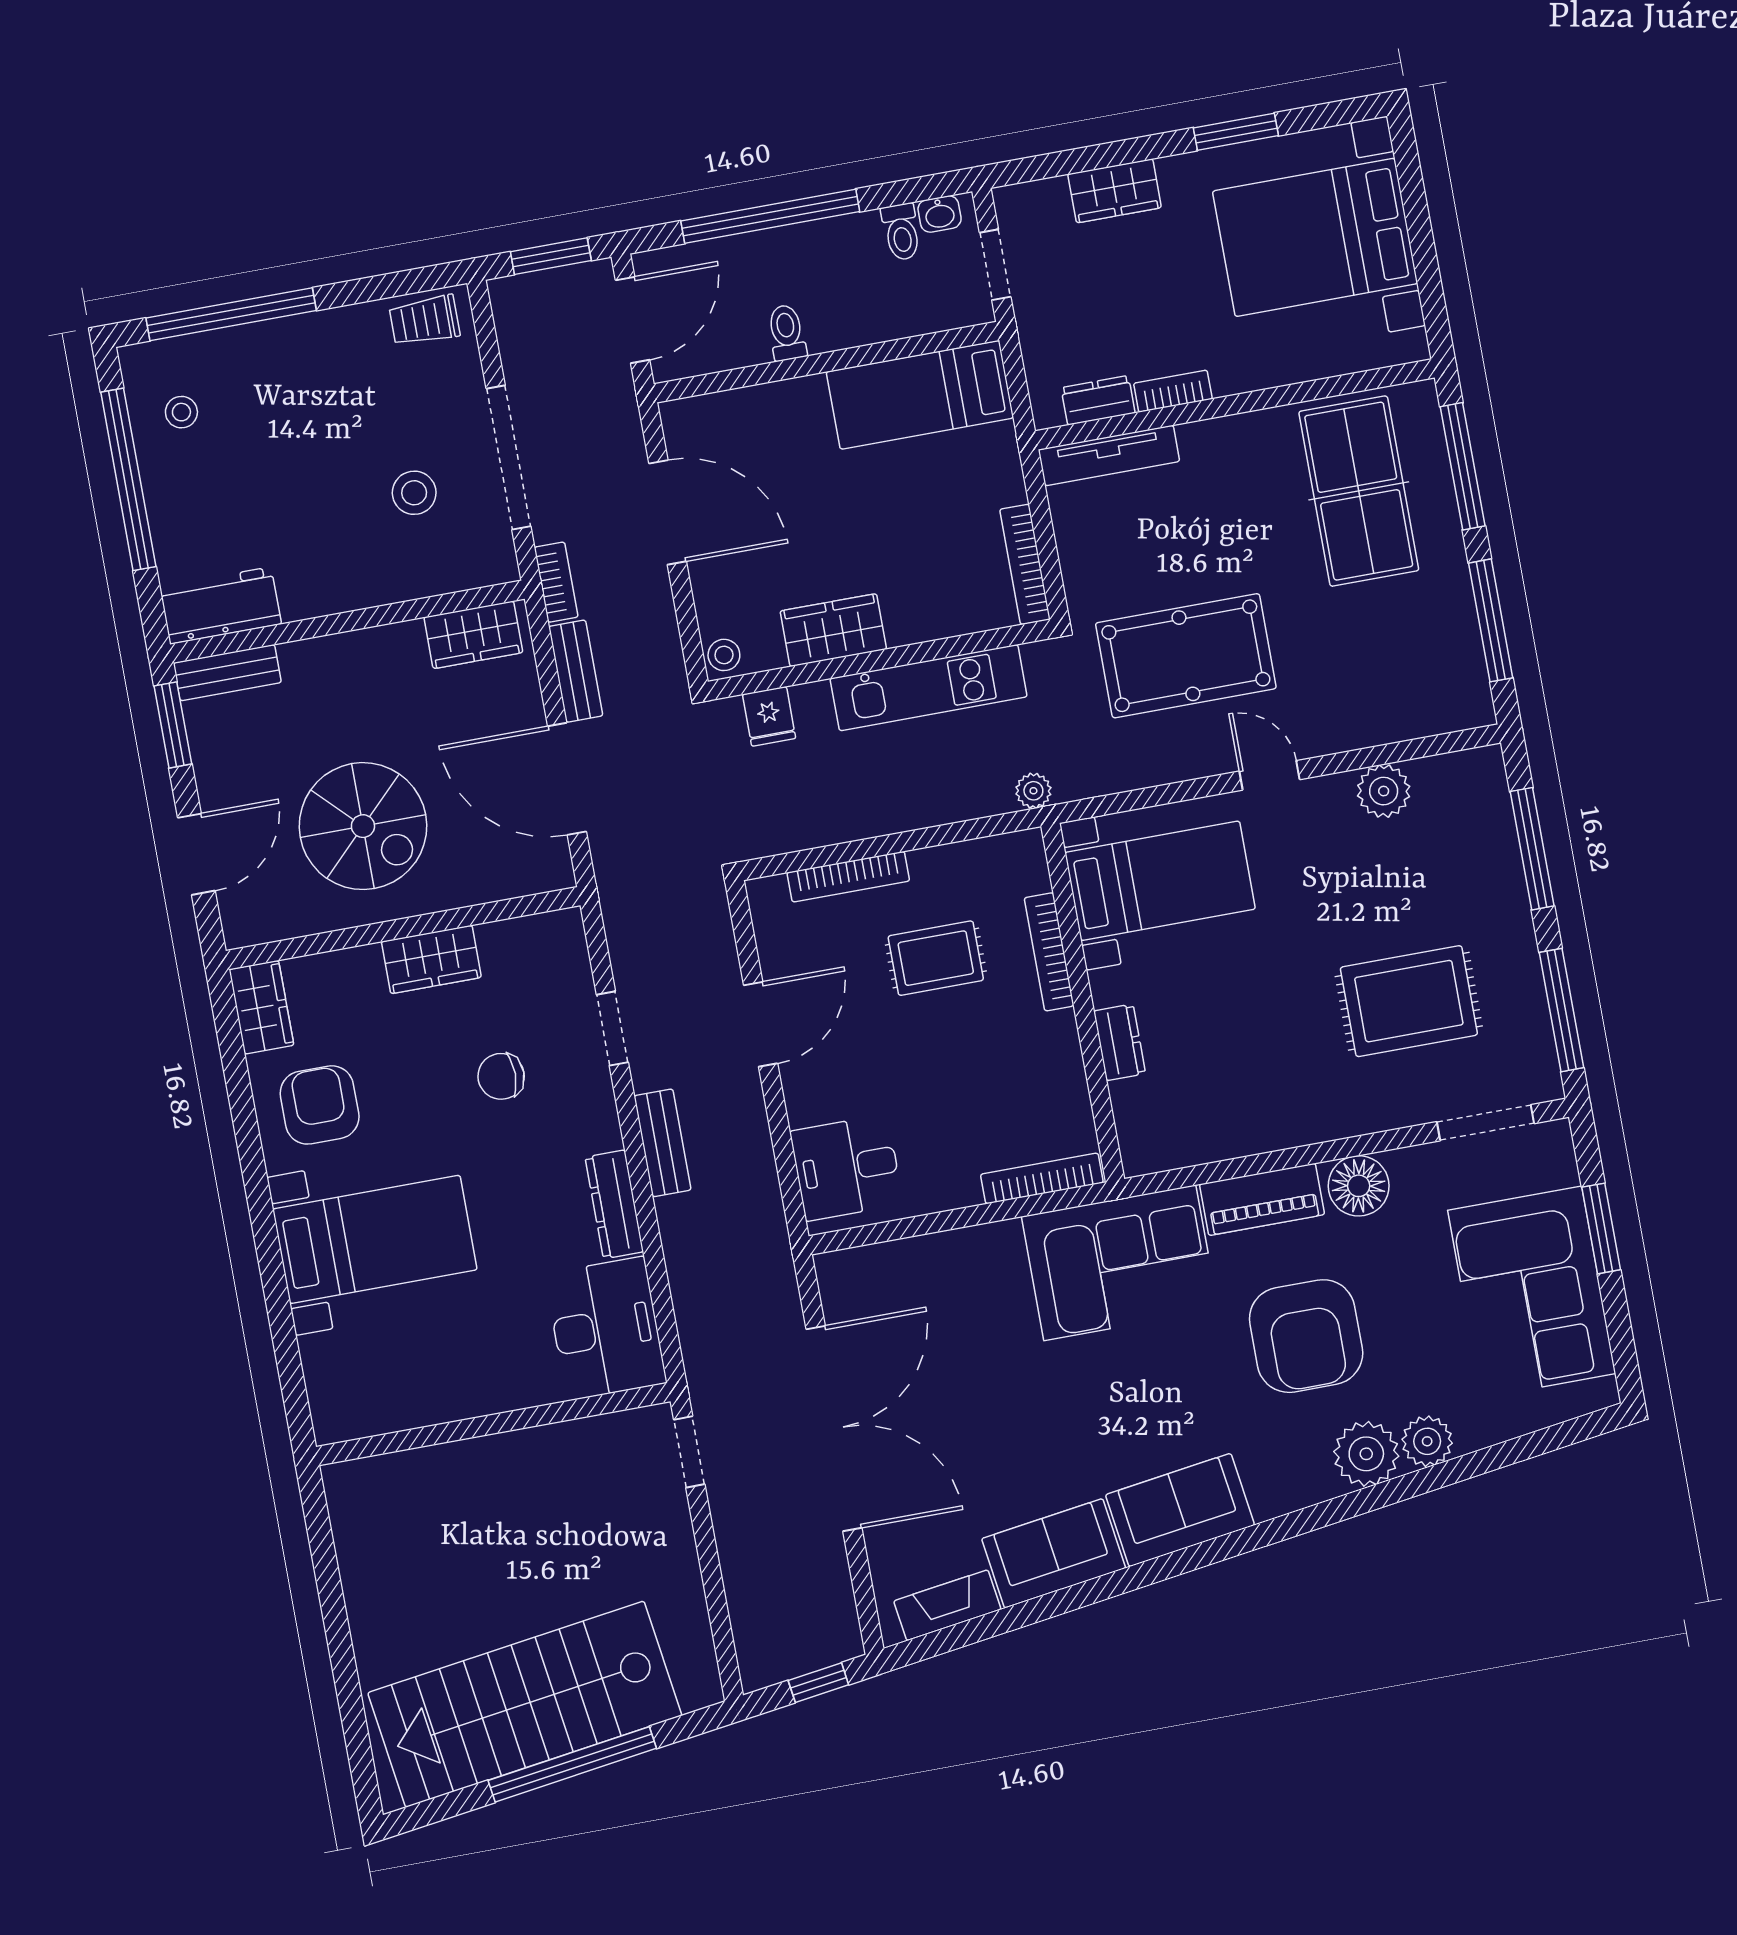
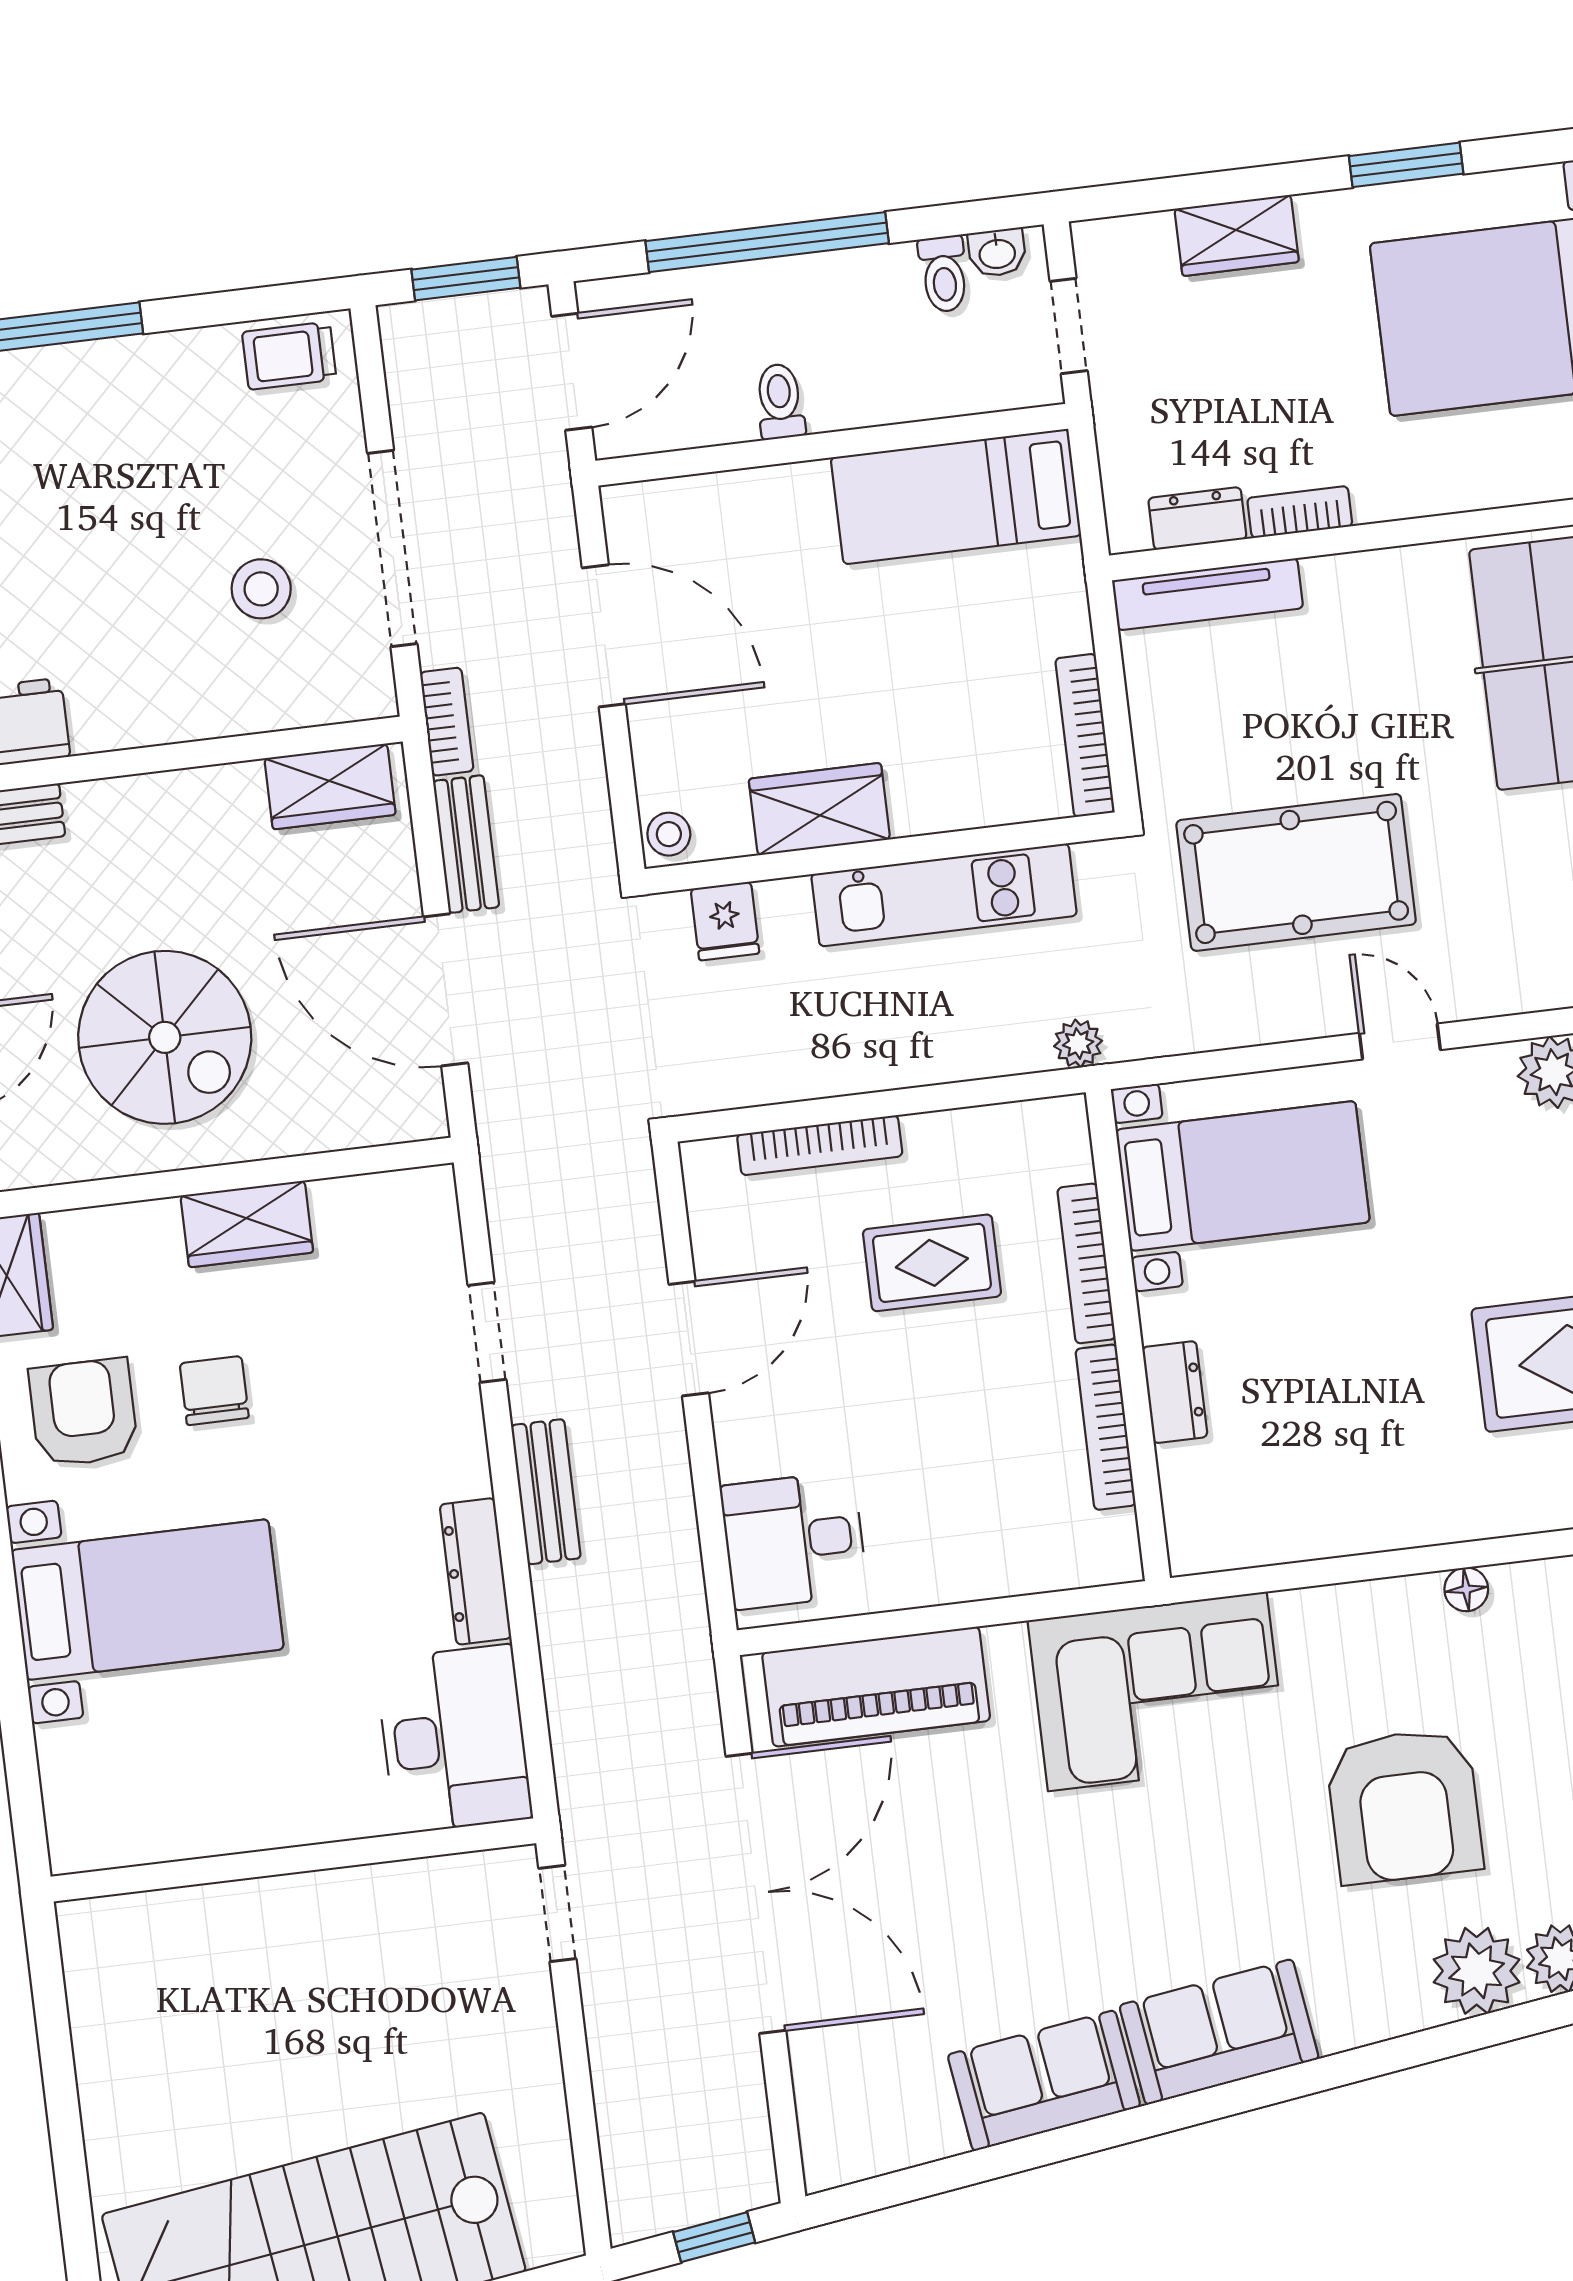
chair: (501, 1076) -> (214, 1391), moved, turned 90
bookcase: (1042, 1178) -> (1106, 1427), moved, turned -90
floor lamp: (1359, 1186) -> (1466, 1589), width x0.53, depth x0.53
piano: (1262, 1199) -> (876, 1687), moved, width x1.37, depth x1.33
fireplace: (947, 1605) -> (895, 2143), removed

